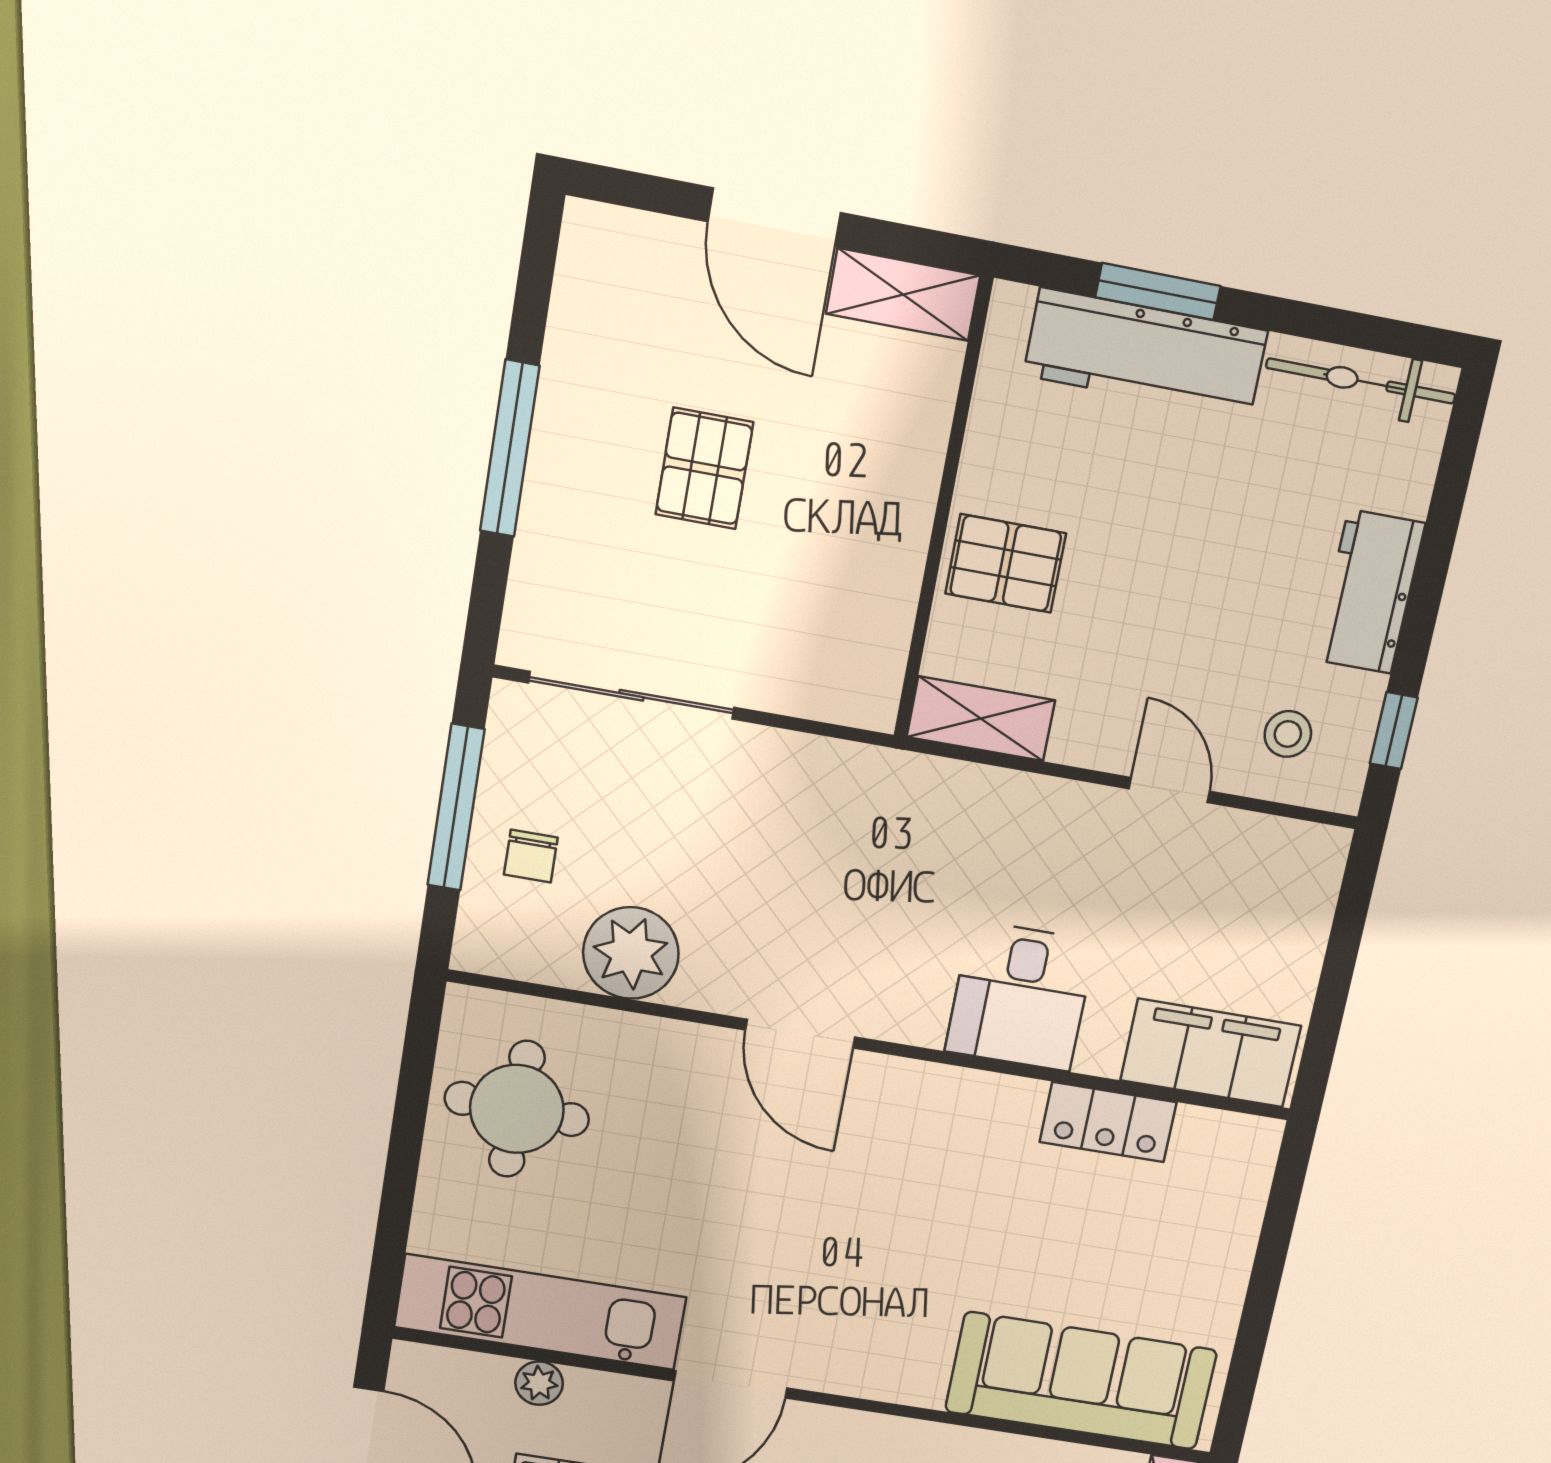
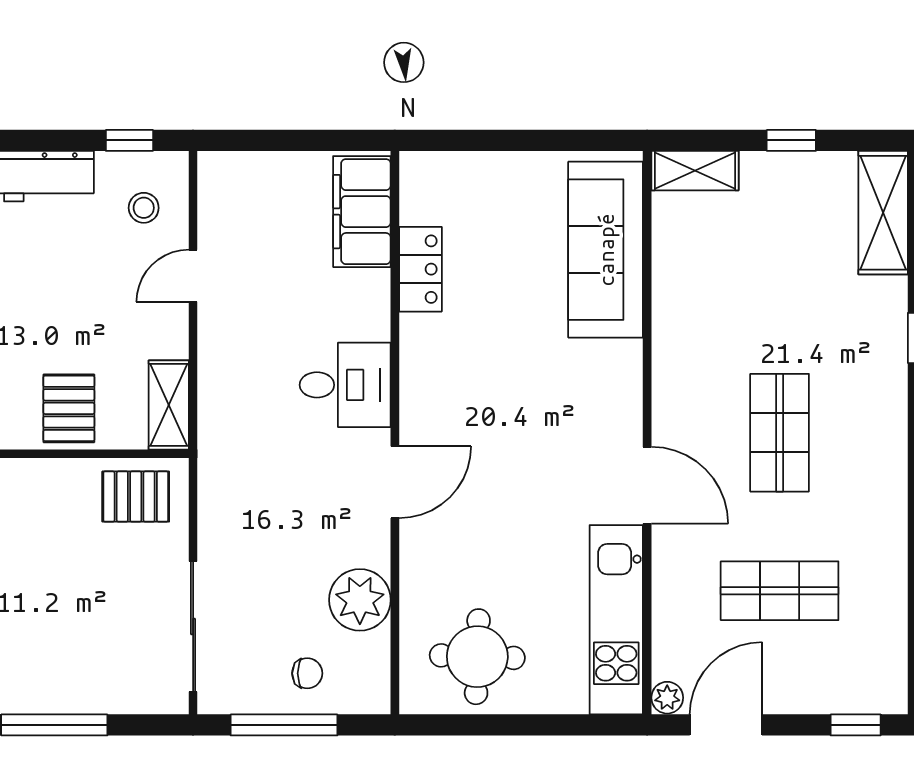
pallet: (704, 468) -> (136, 497), moved
desk: (1020, 996) -> (345, 385), moved
plant: (539, 1383) -> (667, 698), moved

